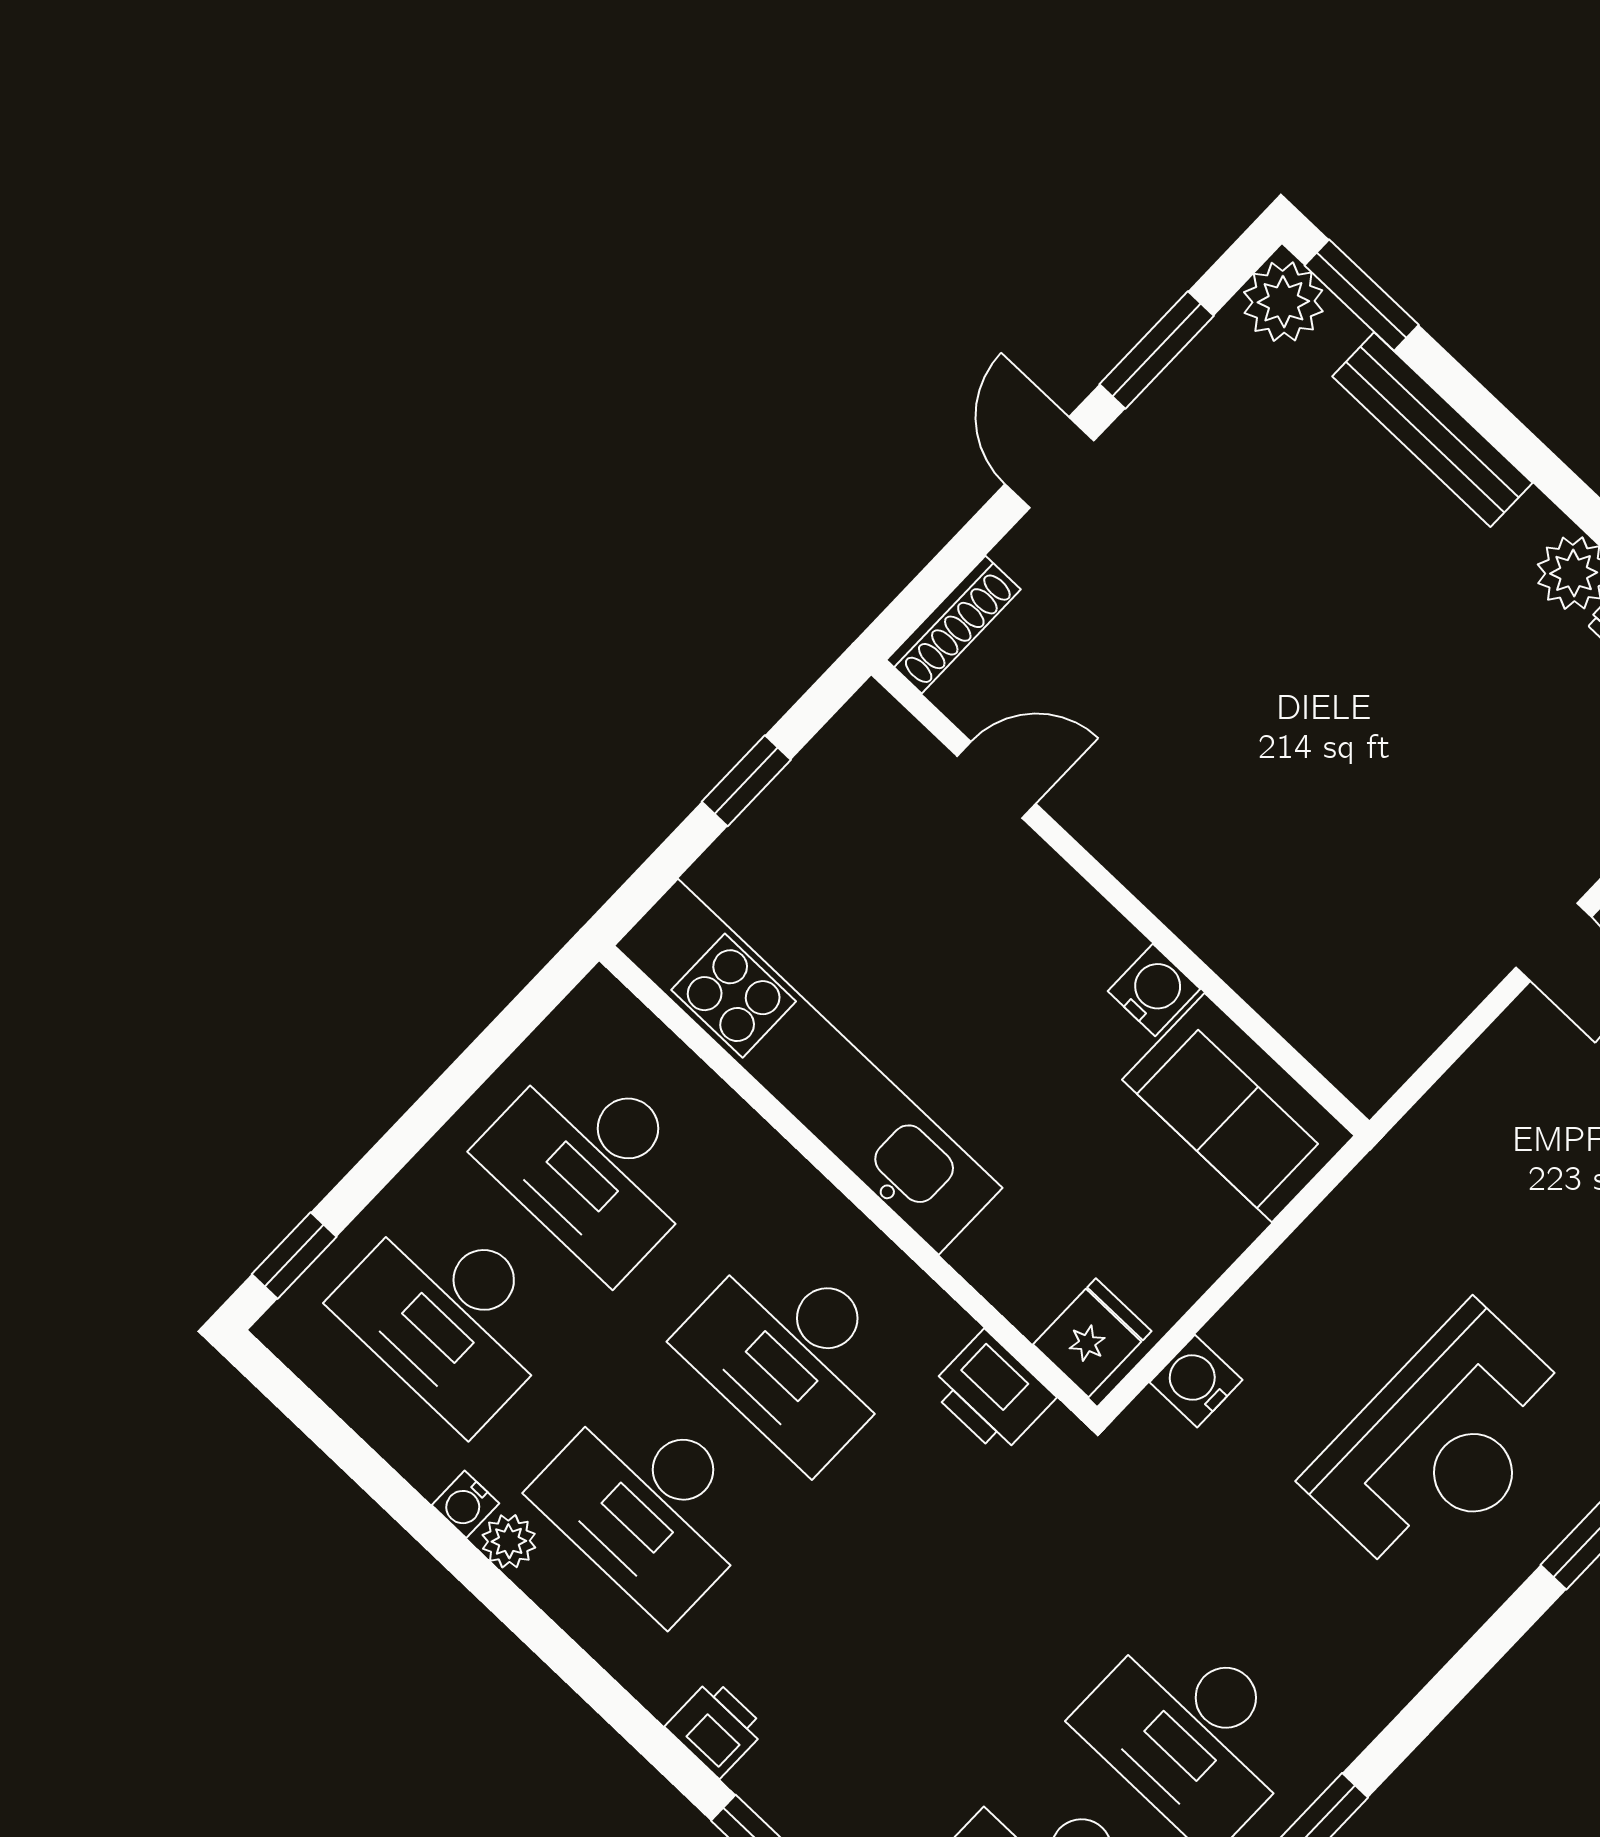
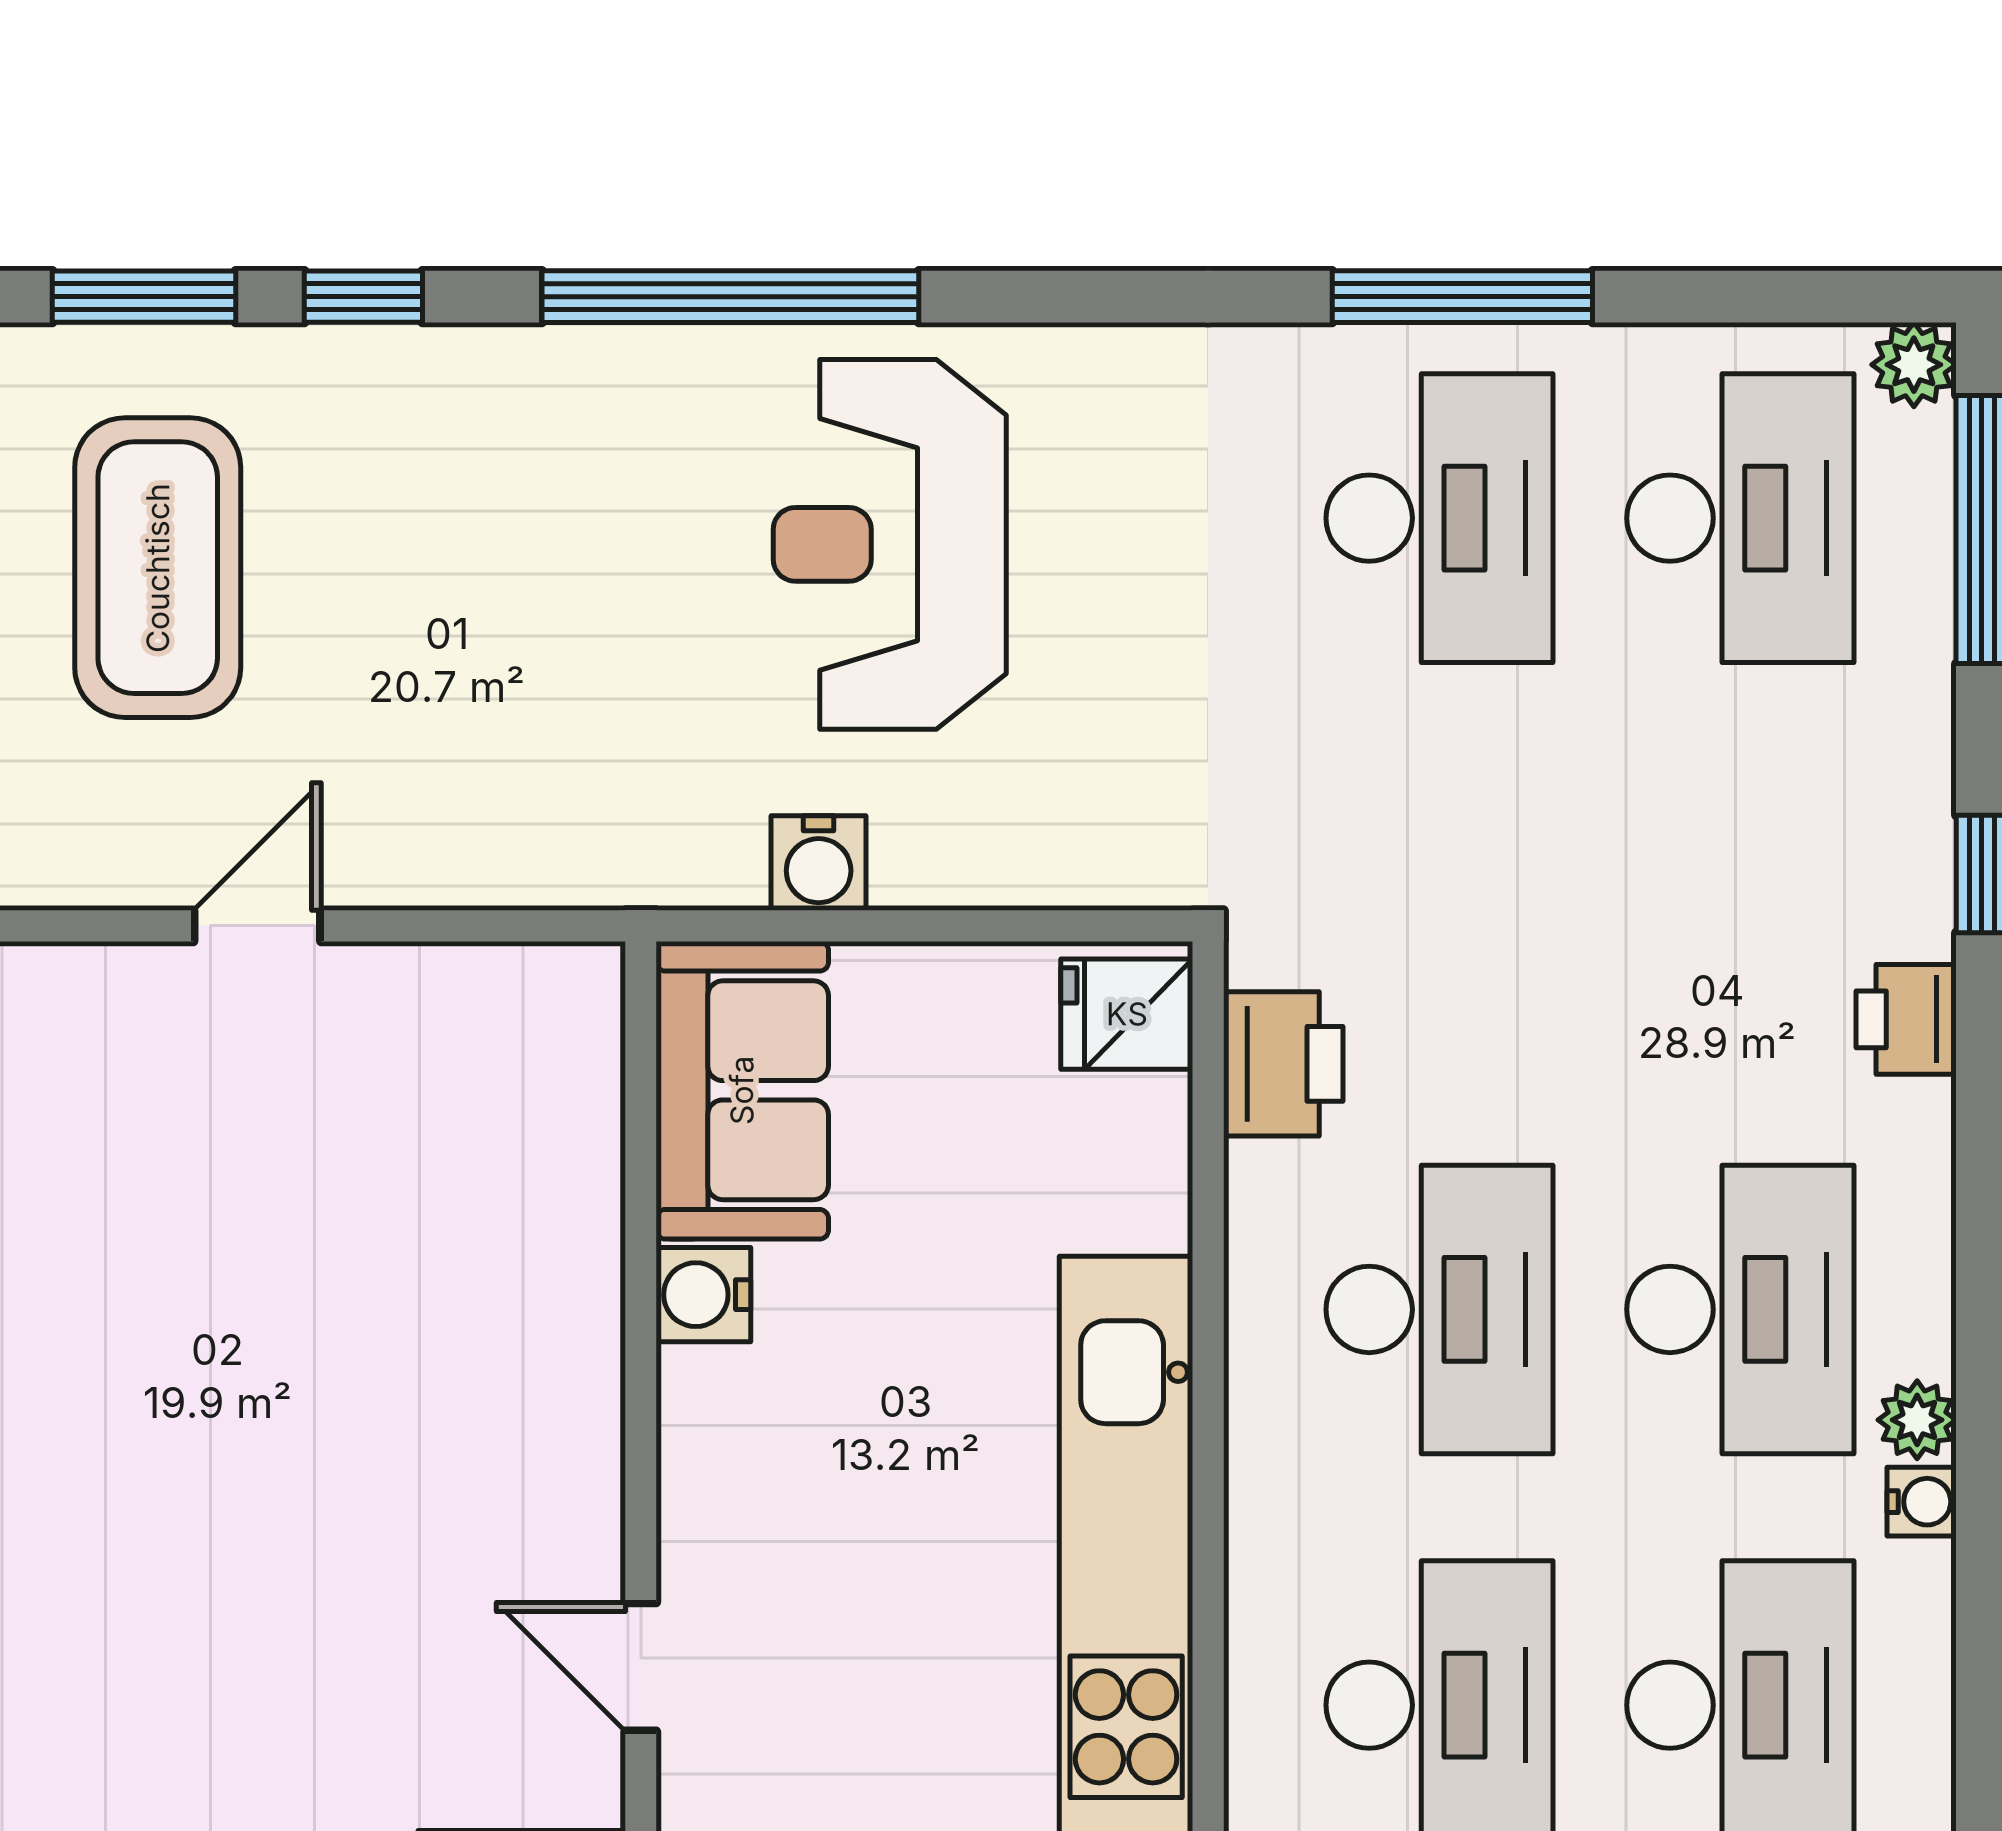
water cooler: (1196, 1381) -> (819, 863), moved
reception desk: (1442, 1444) -> (890, 544), turned -90

